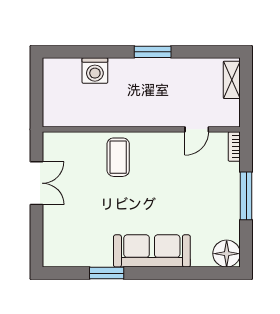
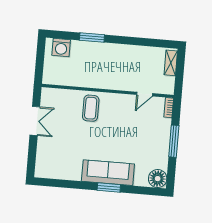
window: (153, 52) -> (92, 38), moved
washing machine: (95, 71) -> (61, 48), moved
window: (107, 273) -> (109, 188), moved

